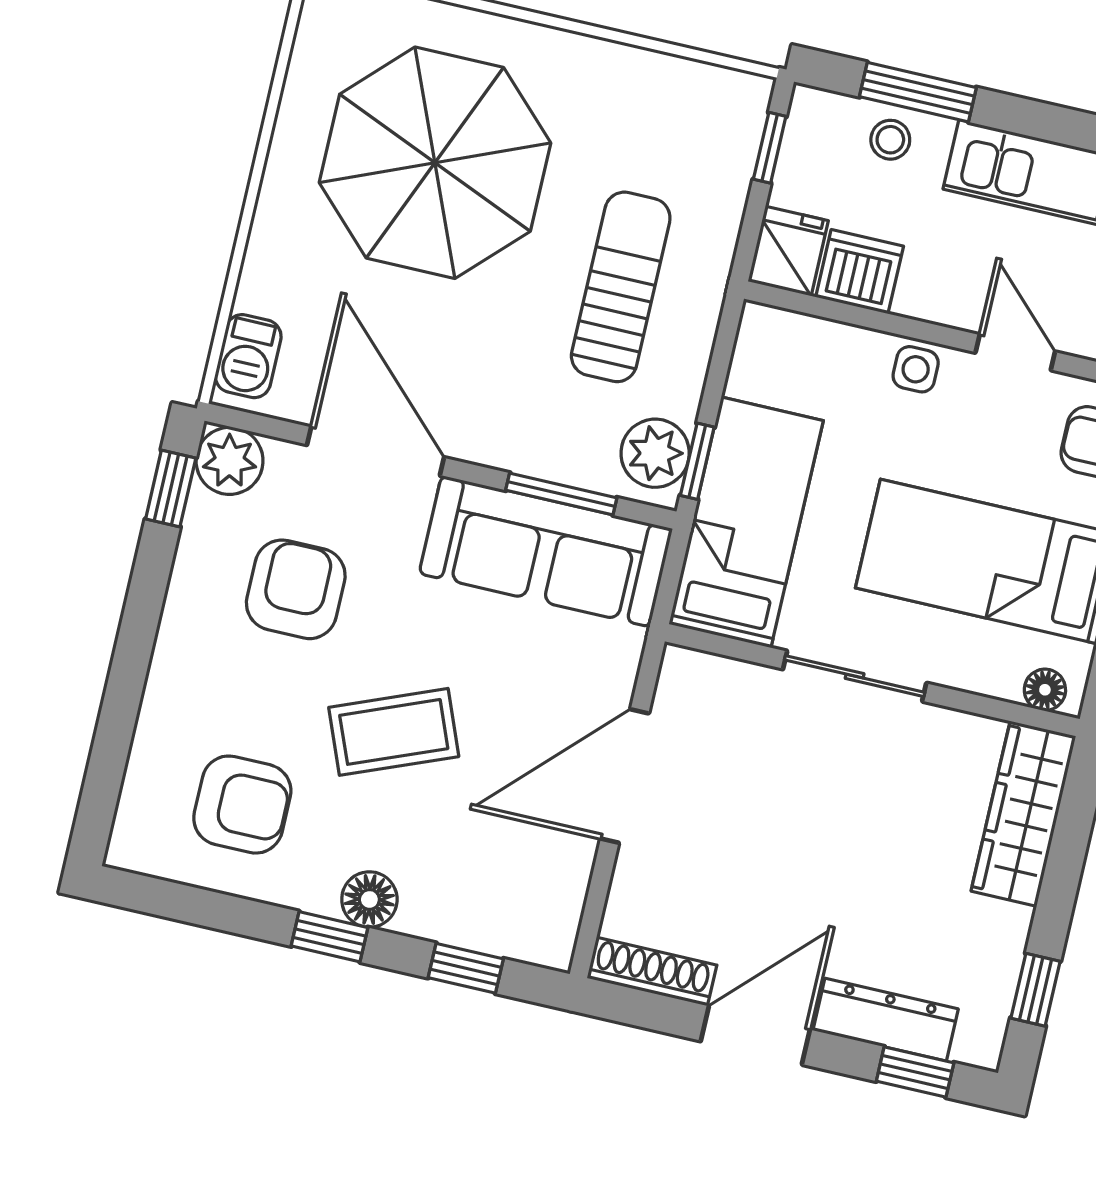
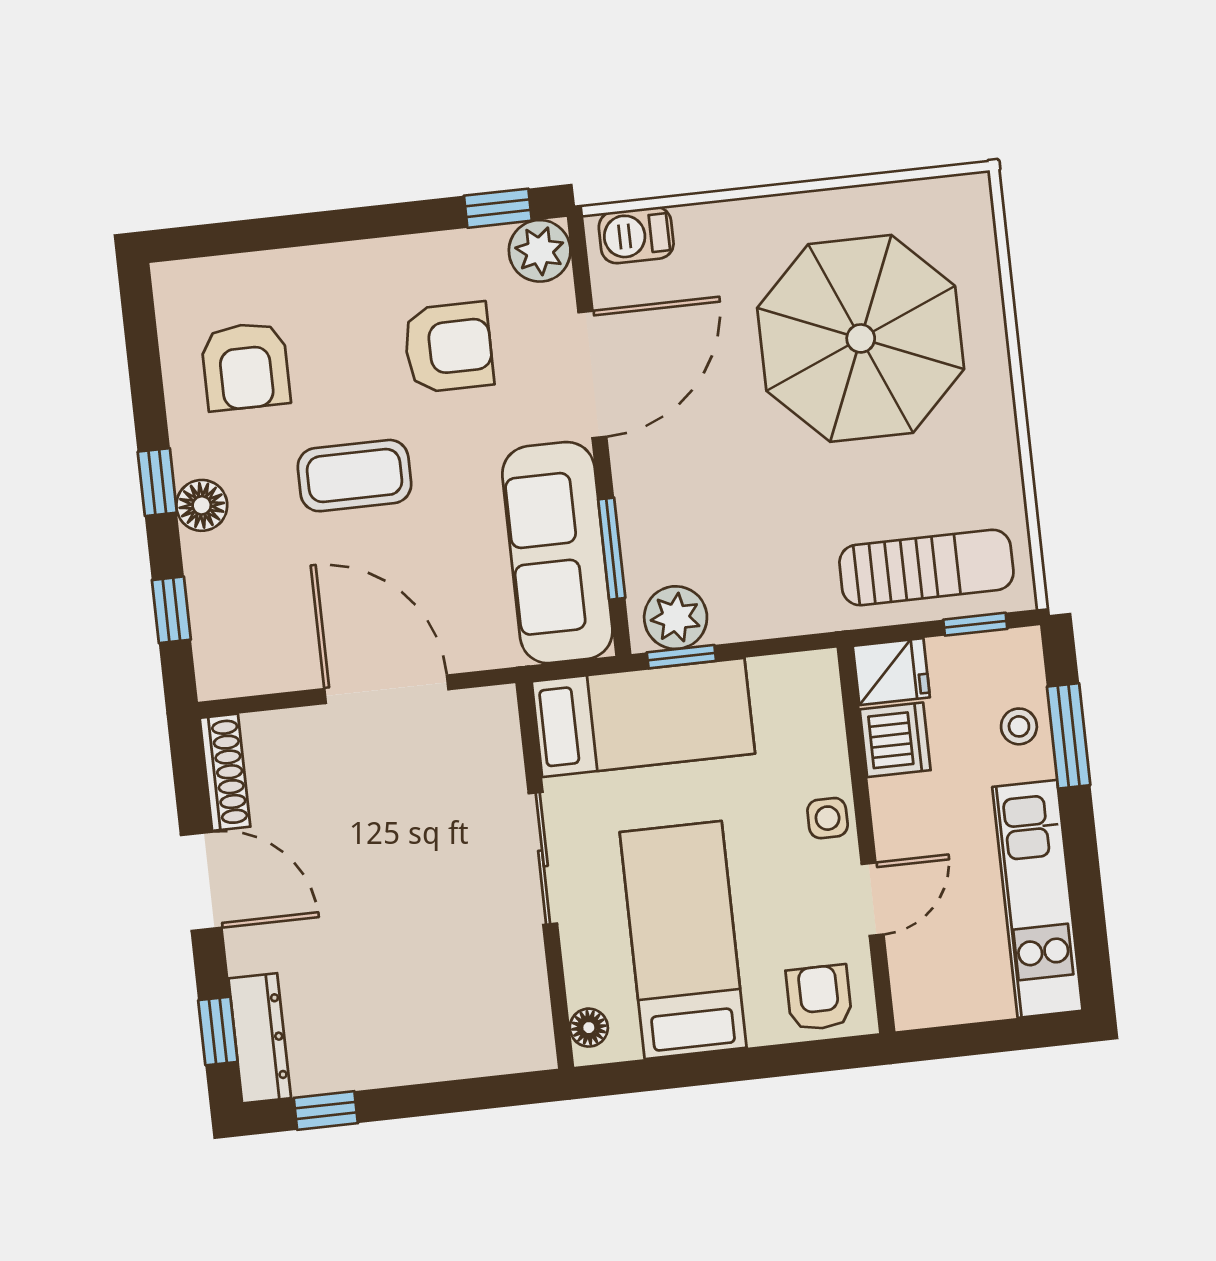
sun lounger: (621, 287) -> (926, 567), moved
coffee table: (394, 732) -> (354, 476), turned -68
wardrobe: (1023, 814) -> (475, 1047), removed
dresser: (886, 1020) -> (260, 1038), moved

